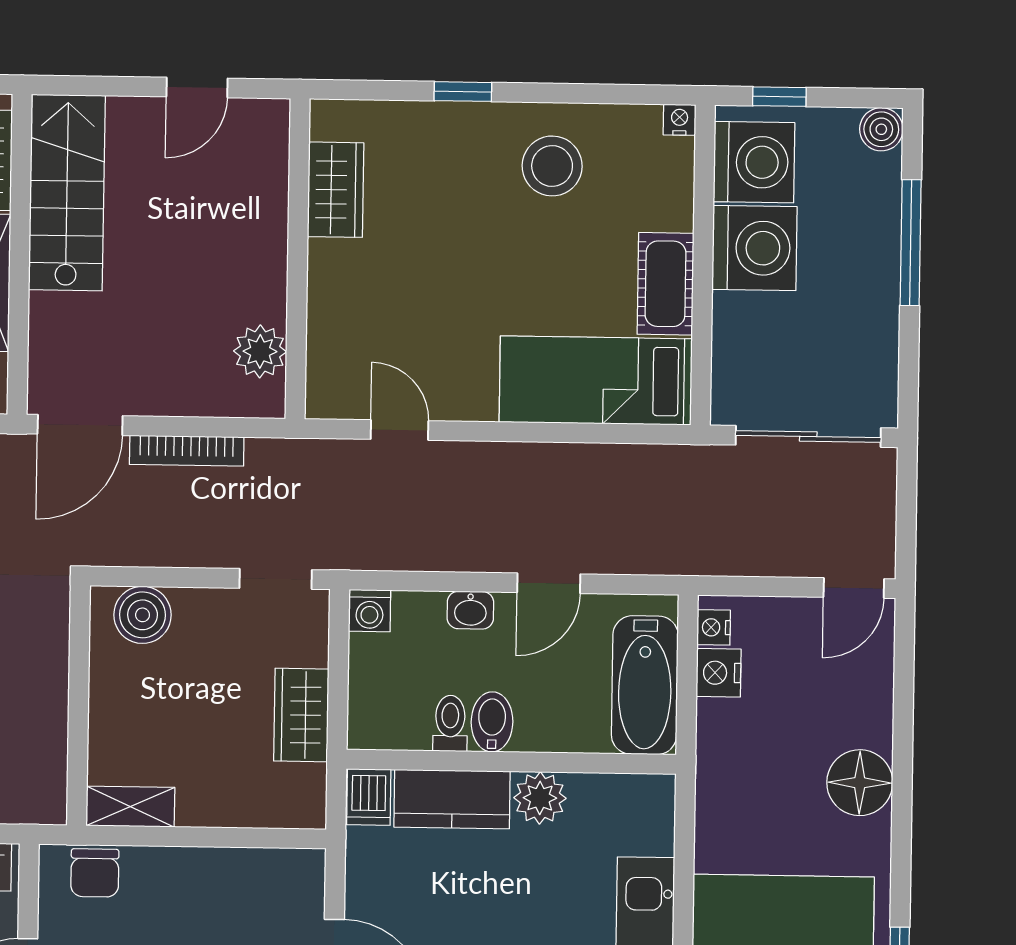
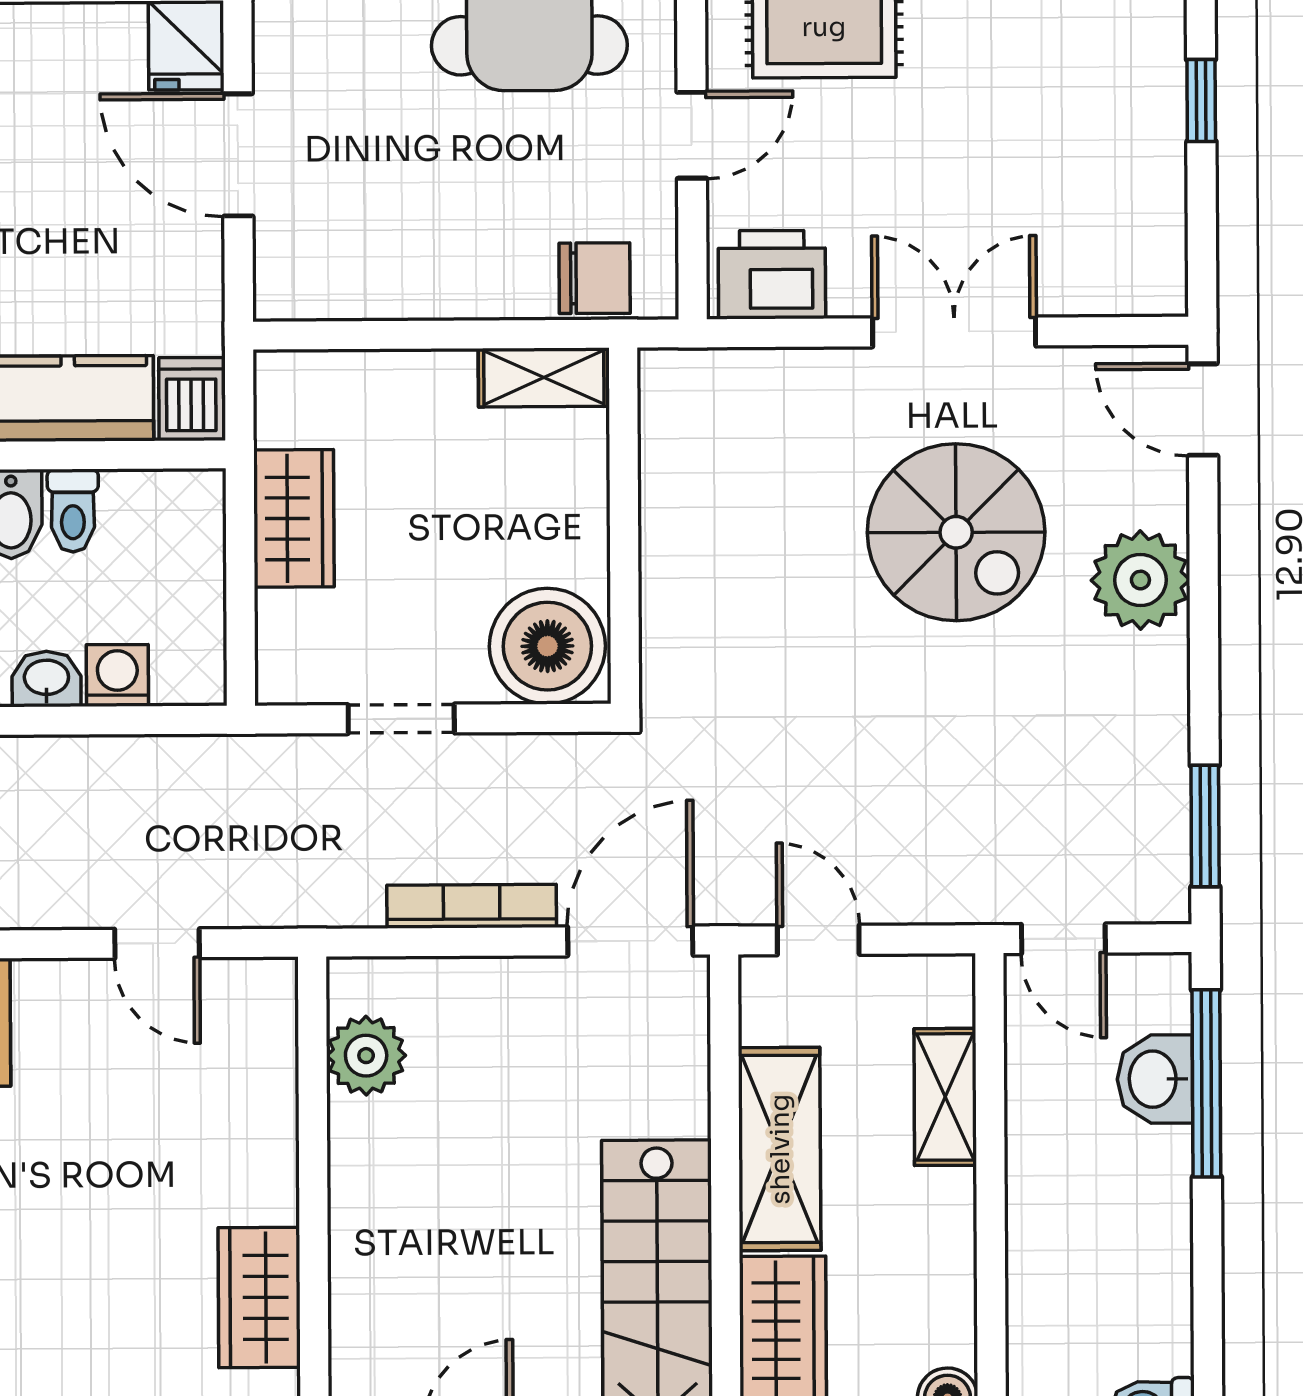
doorway: (276, 579) -> (401, 719), moved
washing machine: (370, 611) -> (117, 675), moved
boiler: (143, 615) -> (547, 646), width x1.37, depth x1.37
chair: (95, 873) -> (595, 278), turned 90

